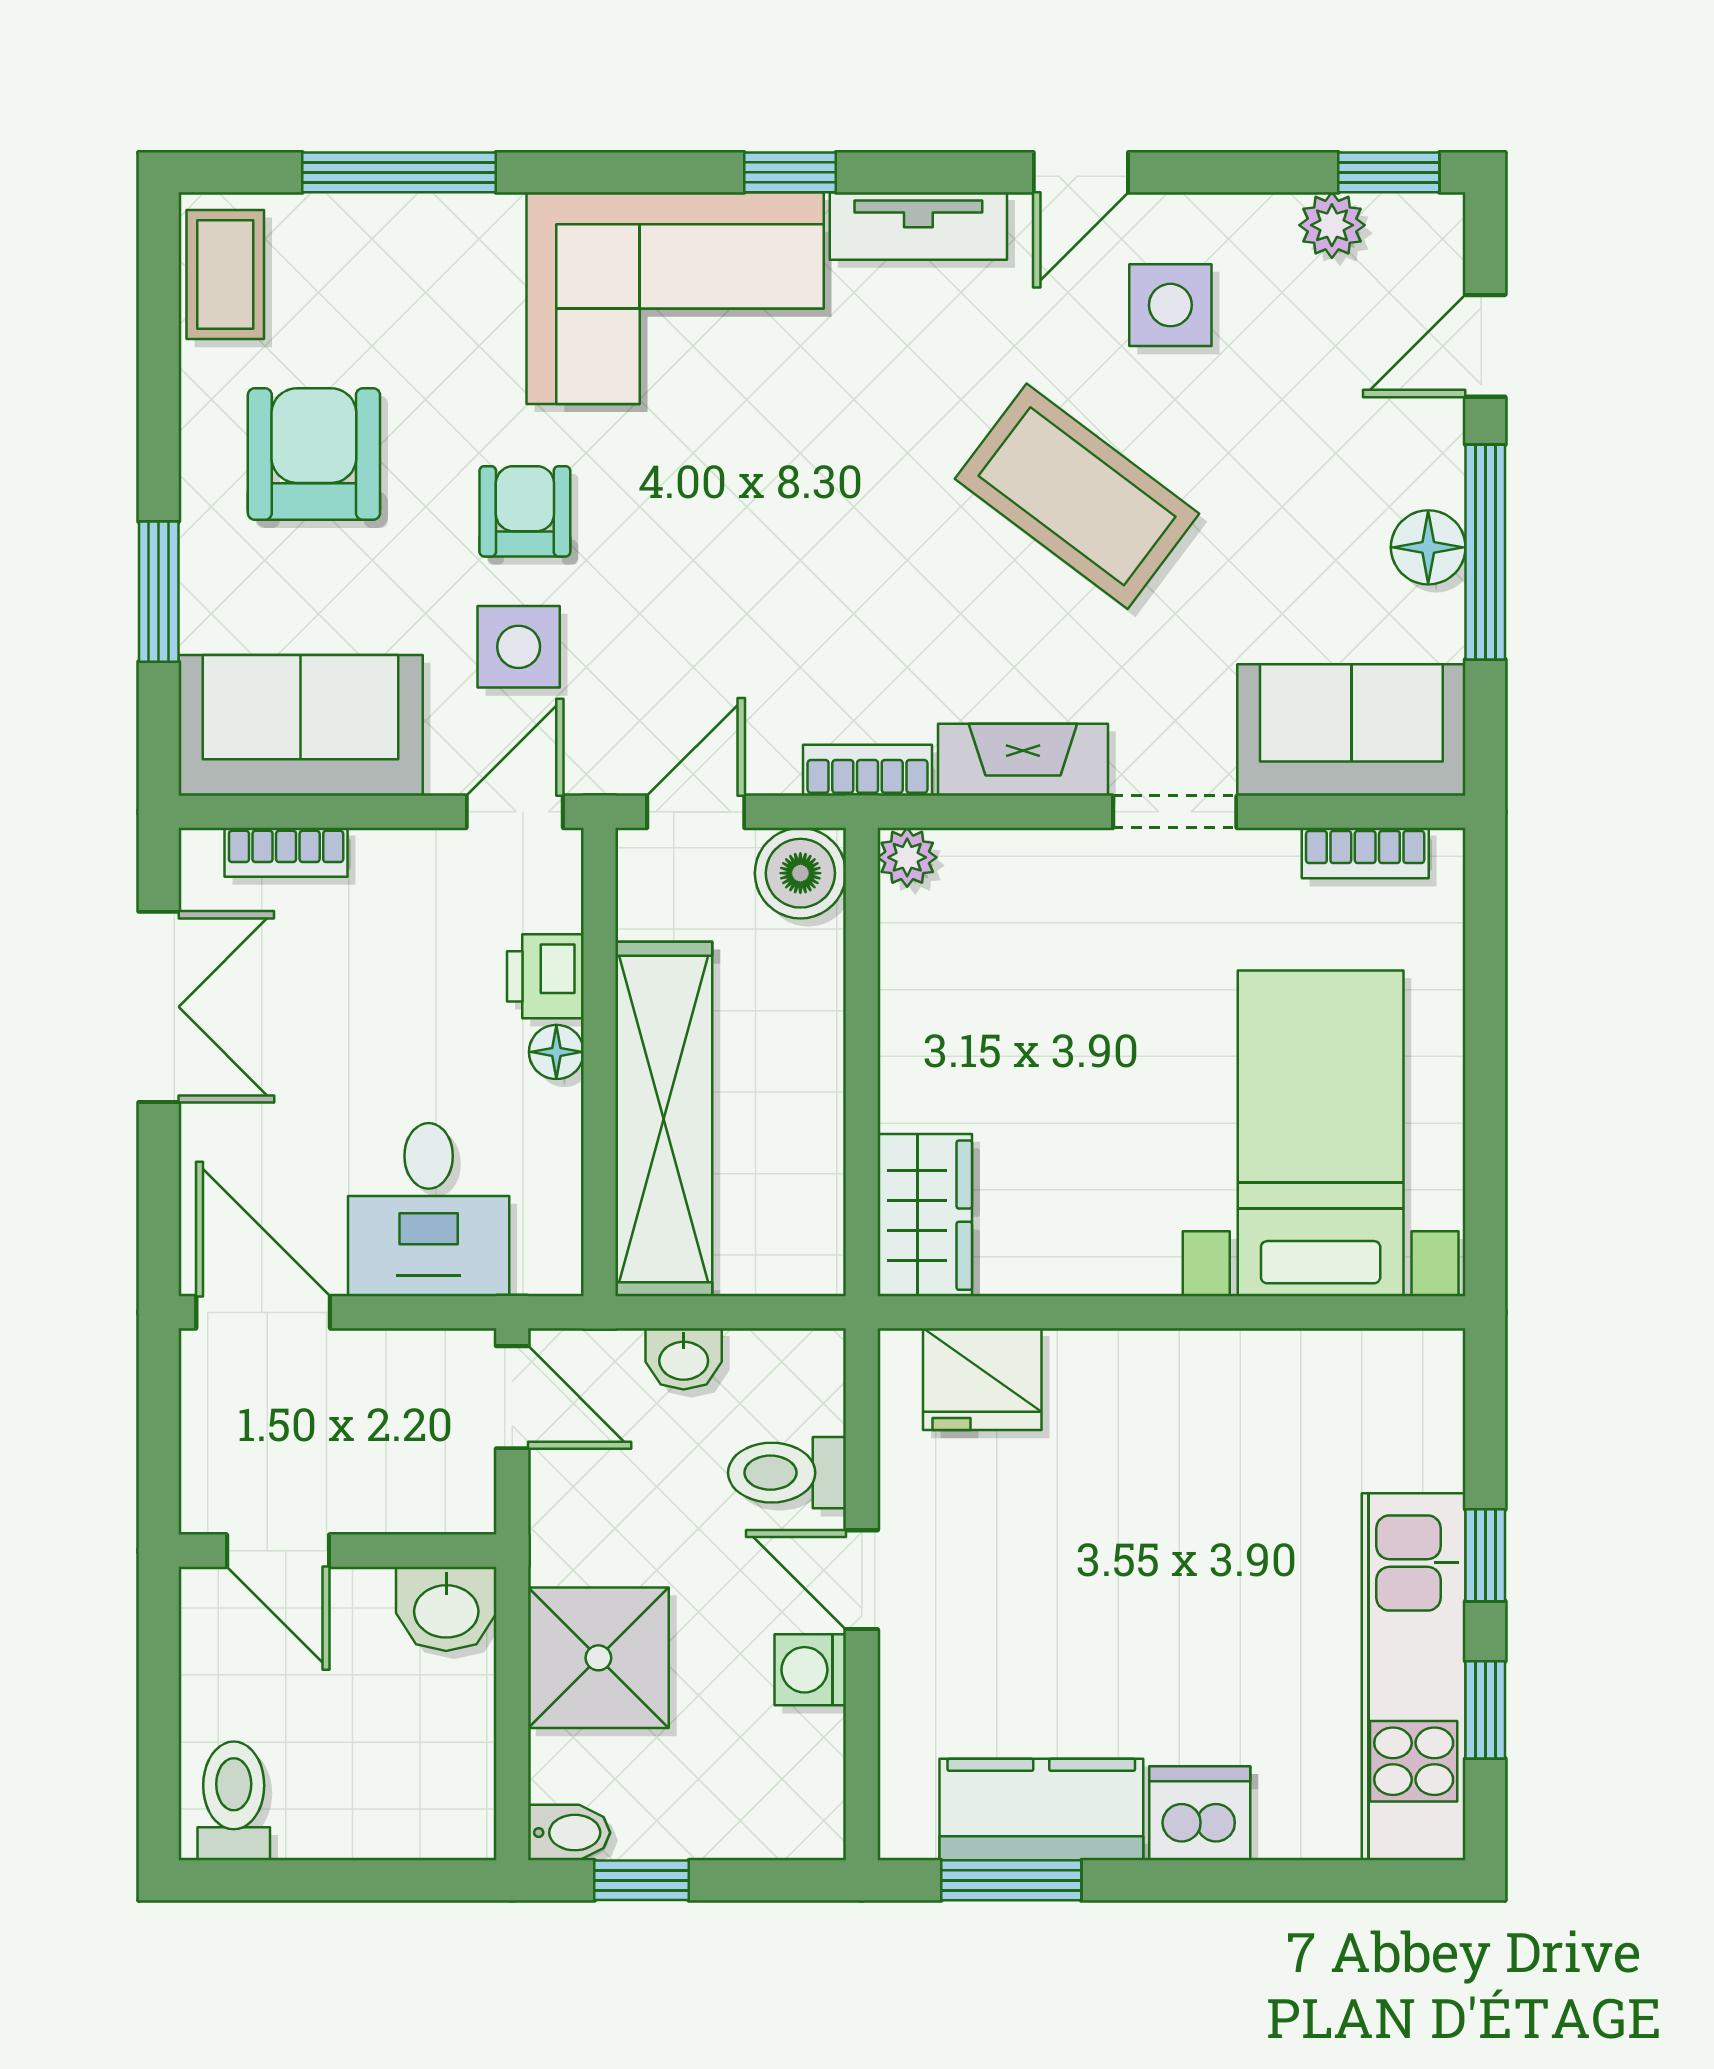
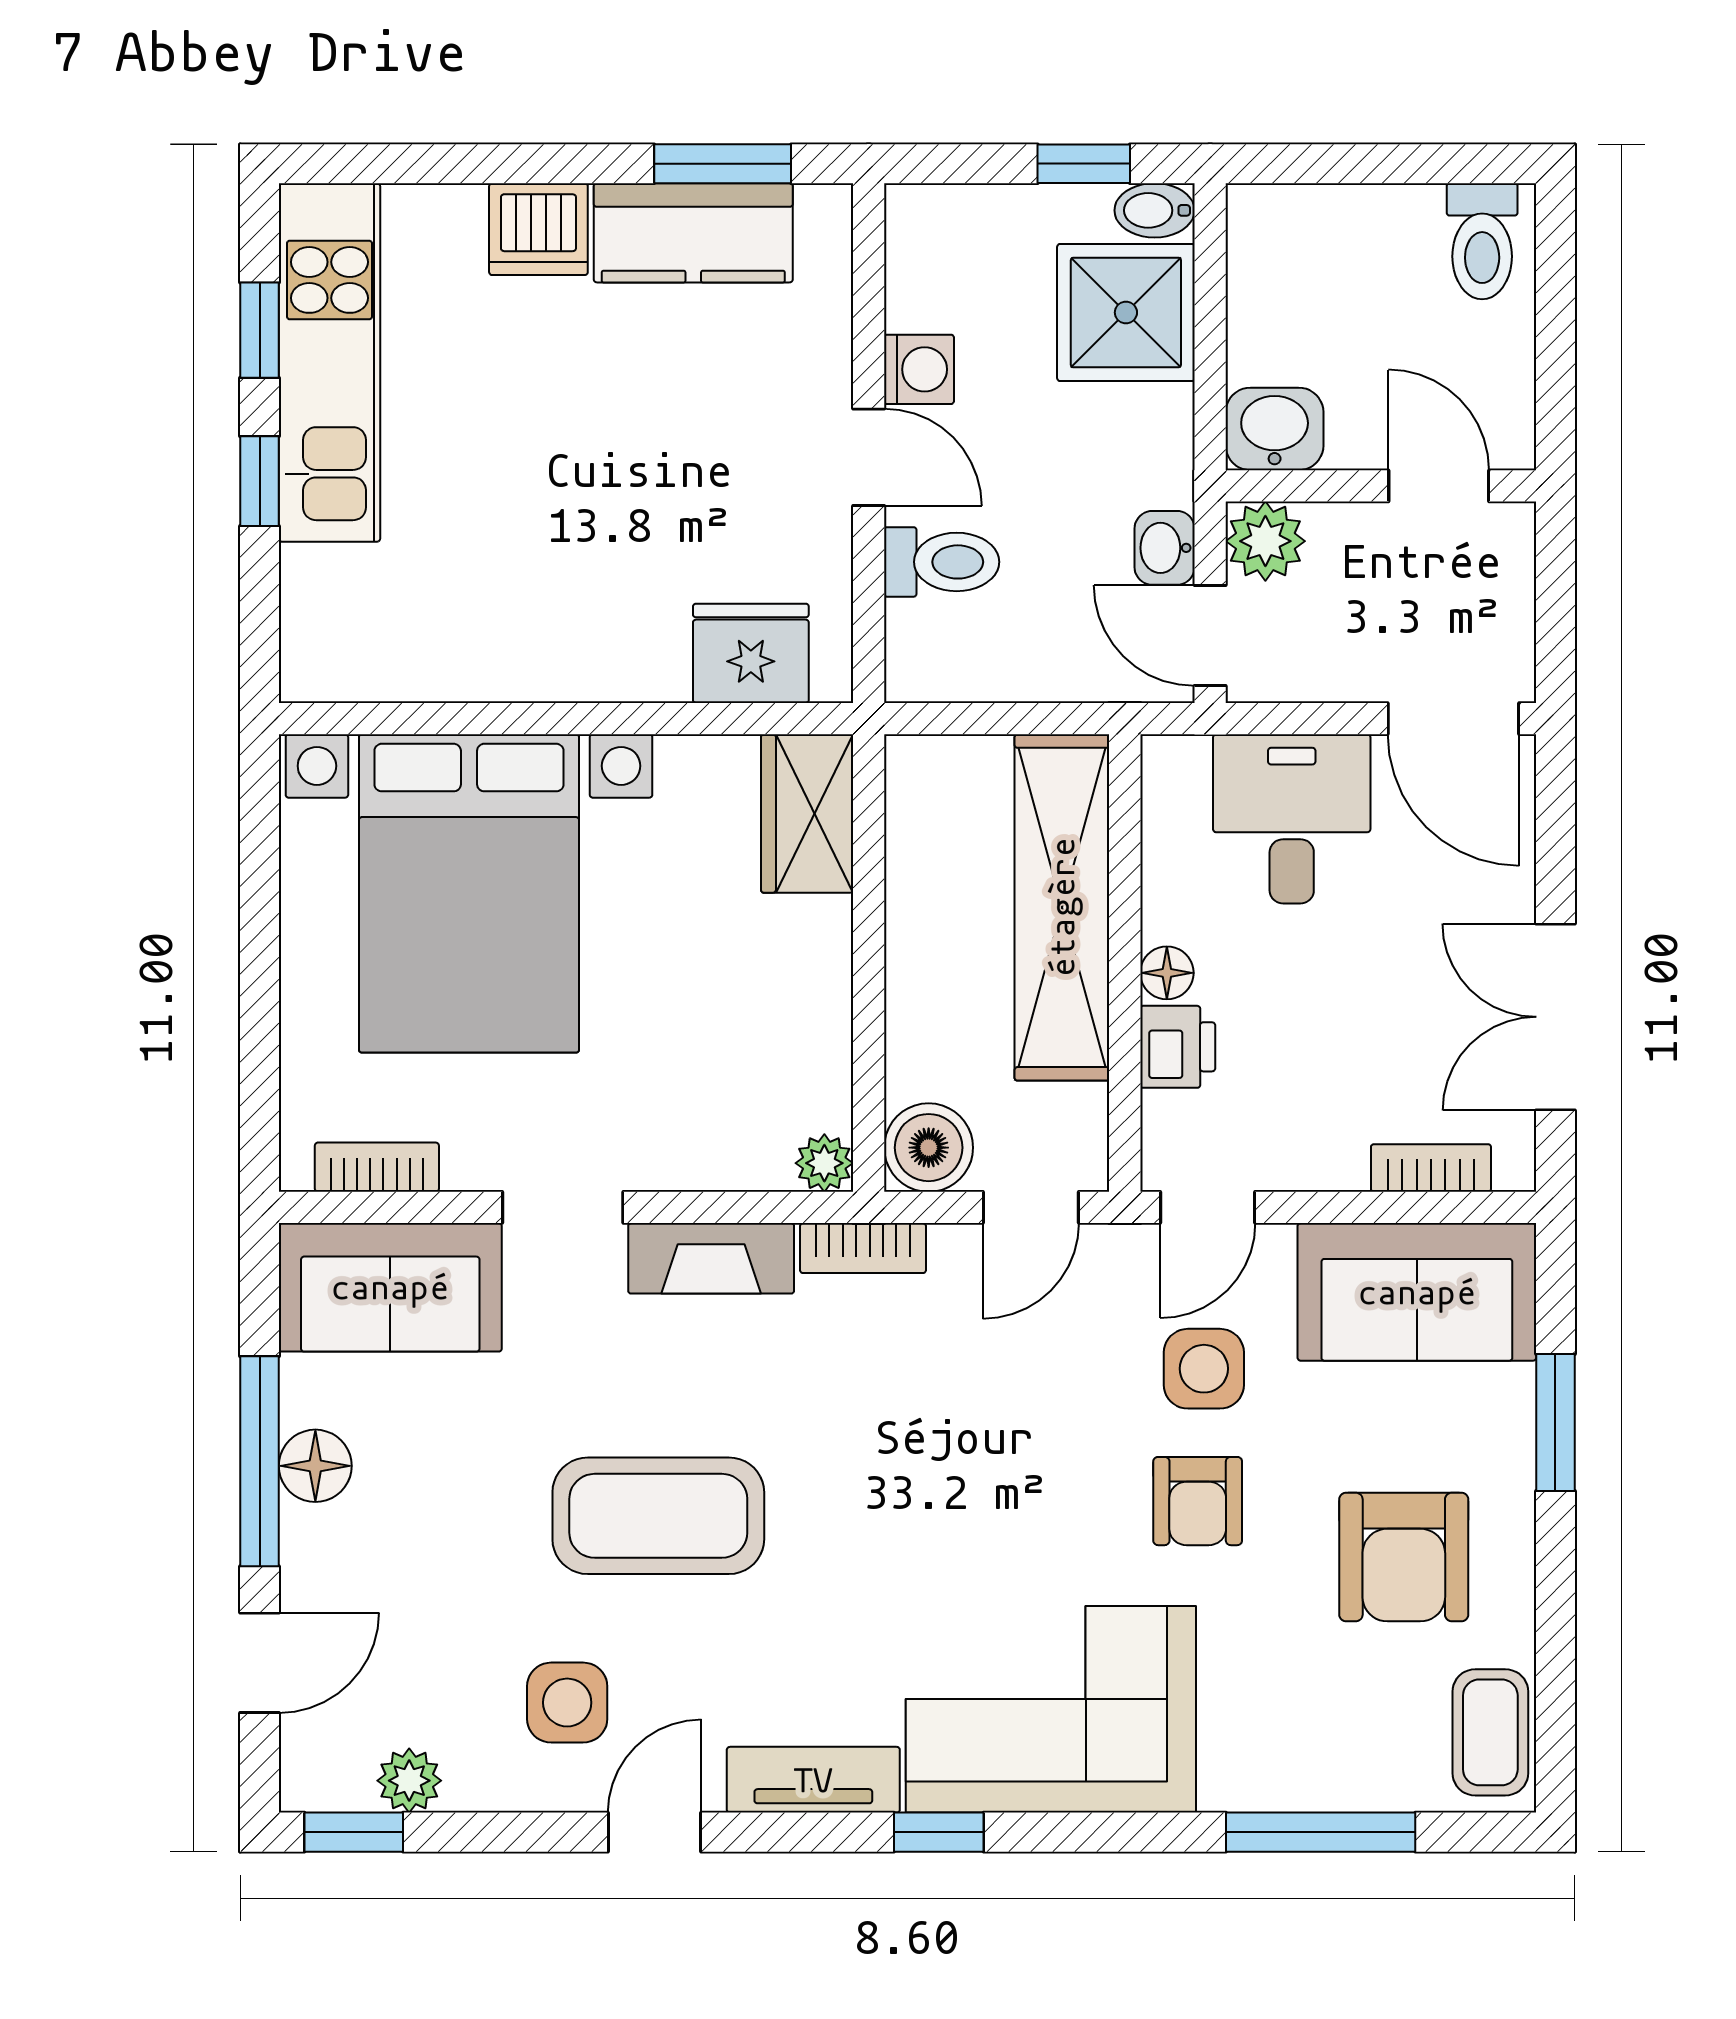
coffee table: (1077, 496) -> (658, 1516), turned -37
bed with nightstands: (1321, 1133) -> (469, 893), width x1.36
washbasin: (684, 1359) -> (1165, 548), moved, turned -90
plant: (456, 1494) -> (1265, 541), added
shower: (598, 1658) -> (1126, 312), moved

